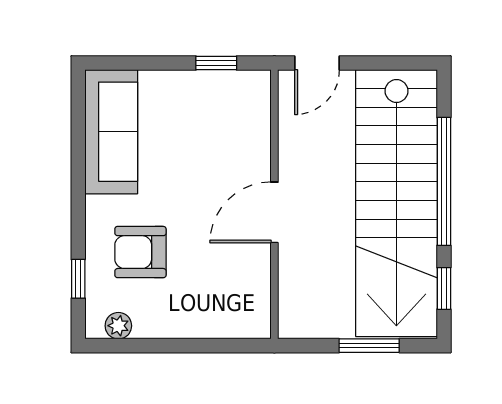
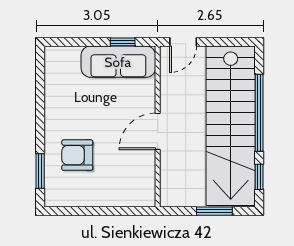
sofa: (111, 132) -> (118, 62), moved, turned 90
window: (78, 279) -> (40, 171), width x1.50
plant: (118, 326) -> (64, 199), removed

